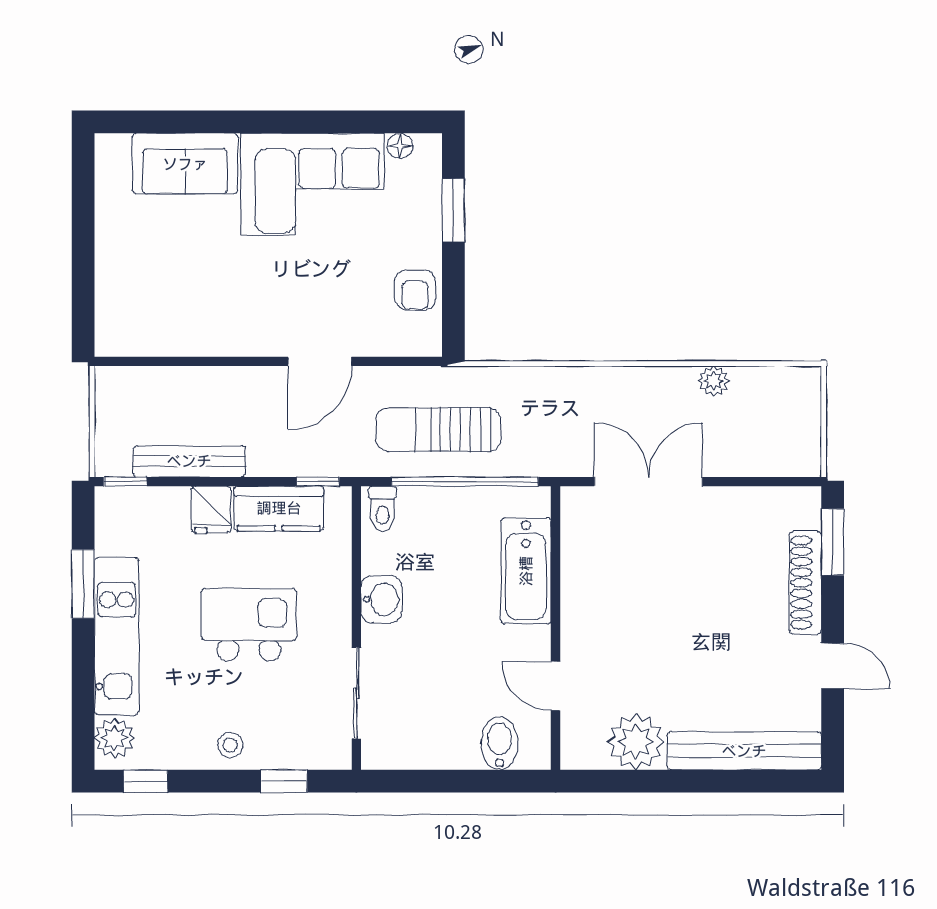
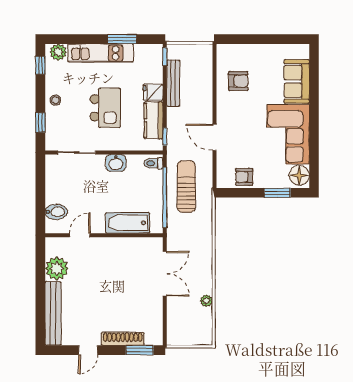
floor lamp: (400, 146) -> (299, 175), width x1.89, depth x1.89
armchair: (184, 304) -> (238, 81), added

